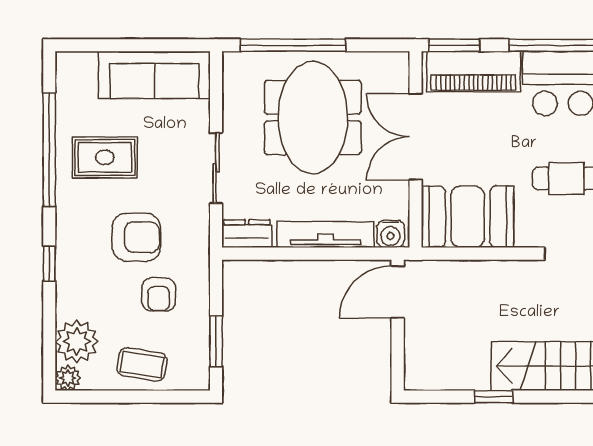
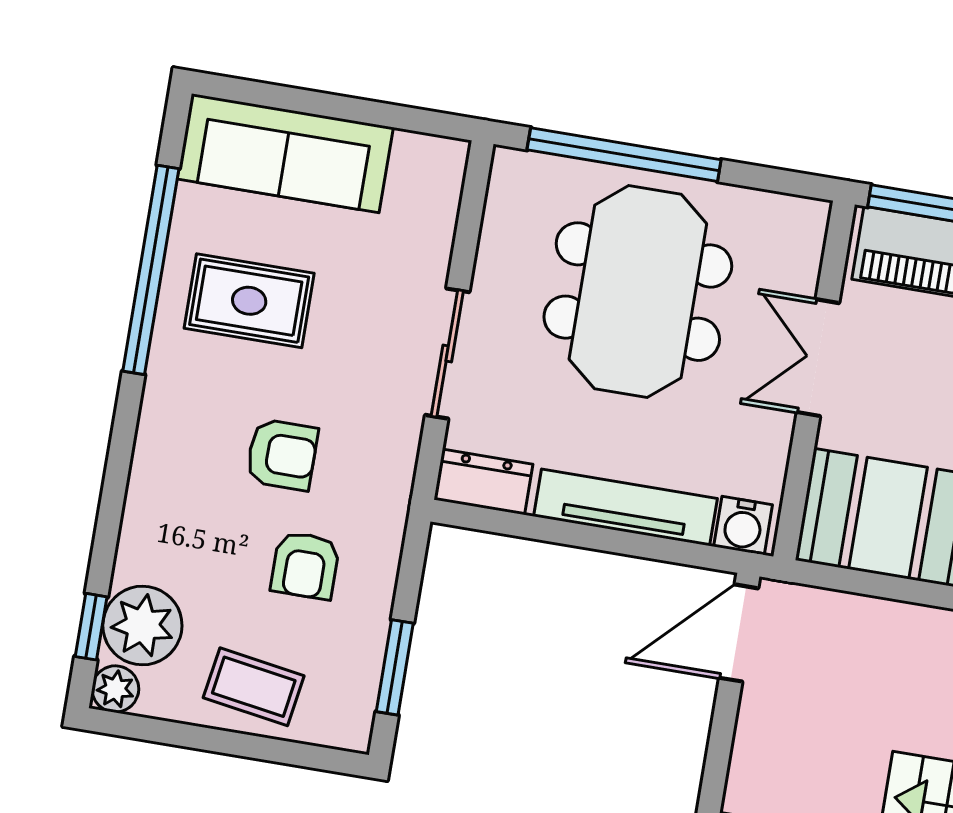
sofa: (154, 75) -> (285, 153), moved
double door: (416, 137) -> (818, 358), width x0.73
armchair: (136, 237) -> (282, 455), width x0.72, depth x0.72
window: (49, 264) -> (91, 627), moved

